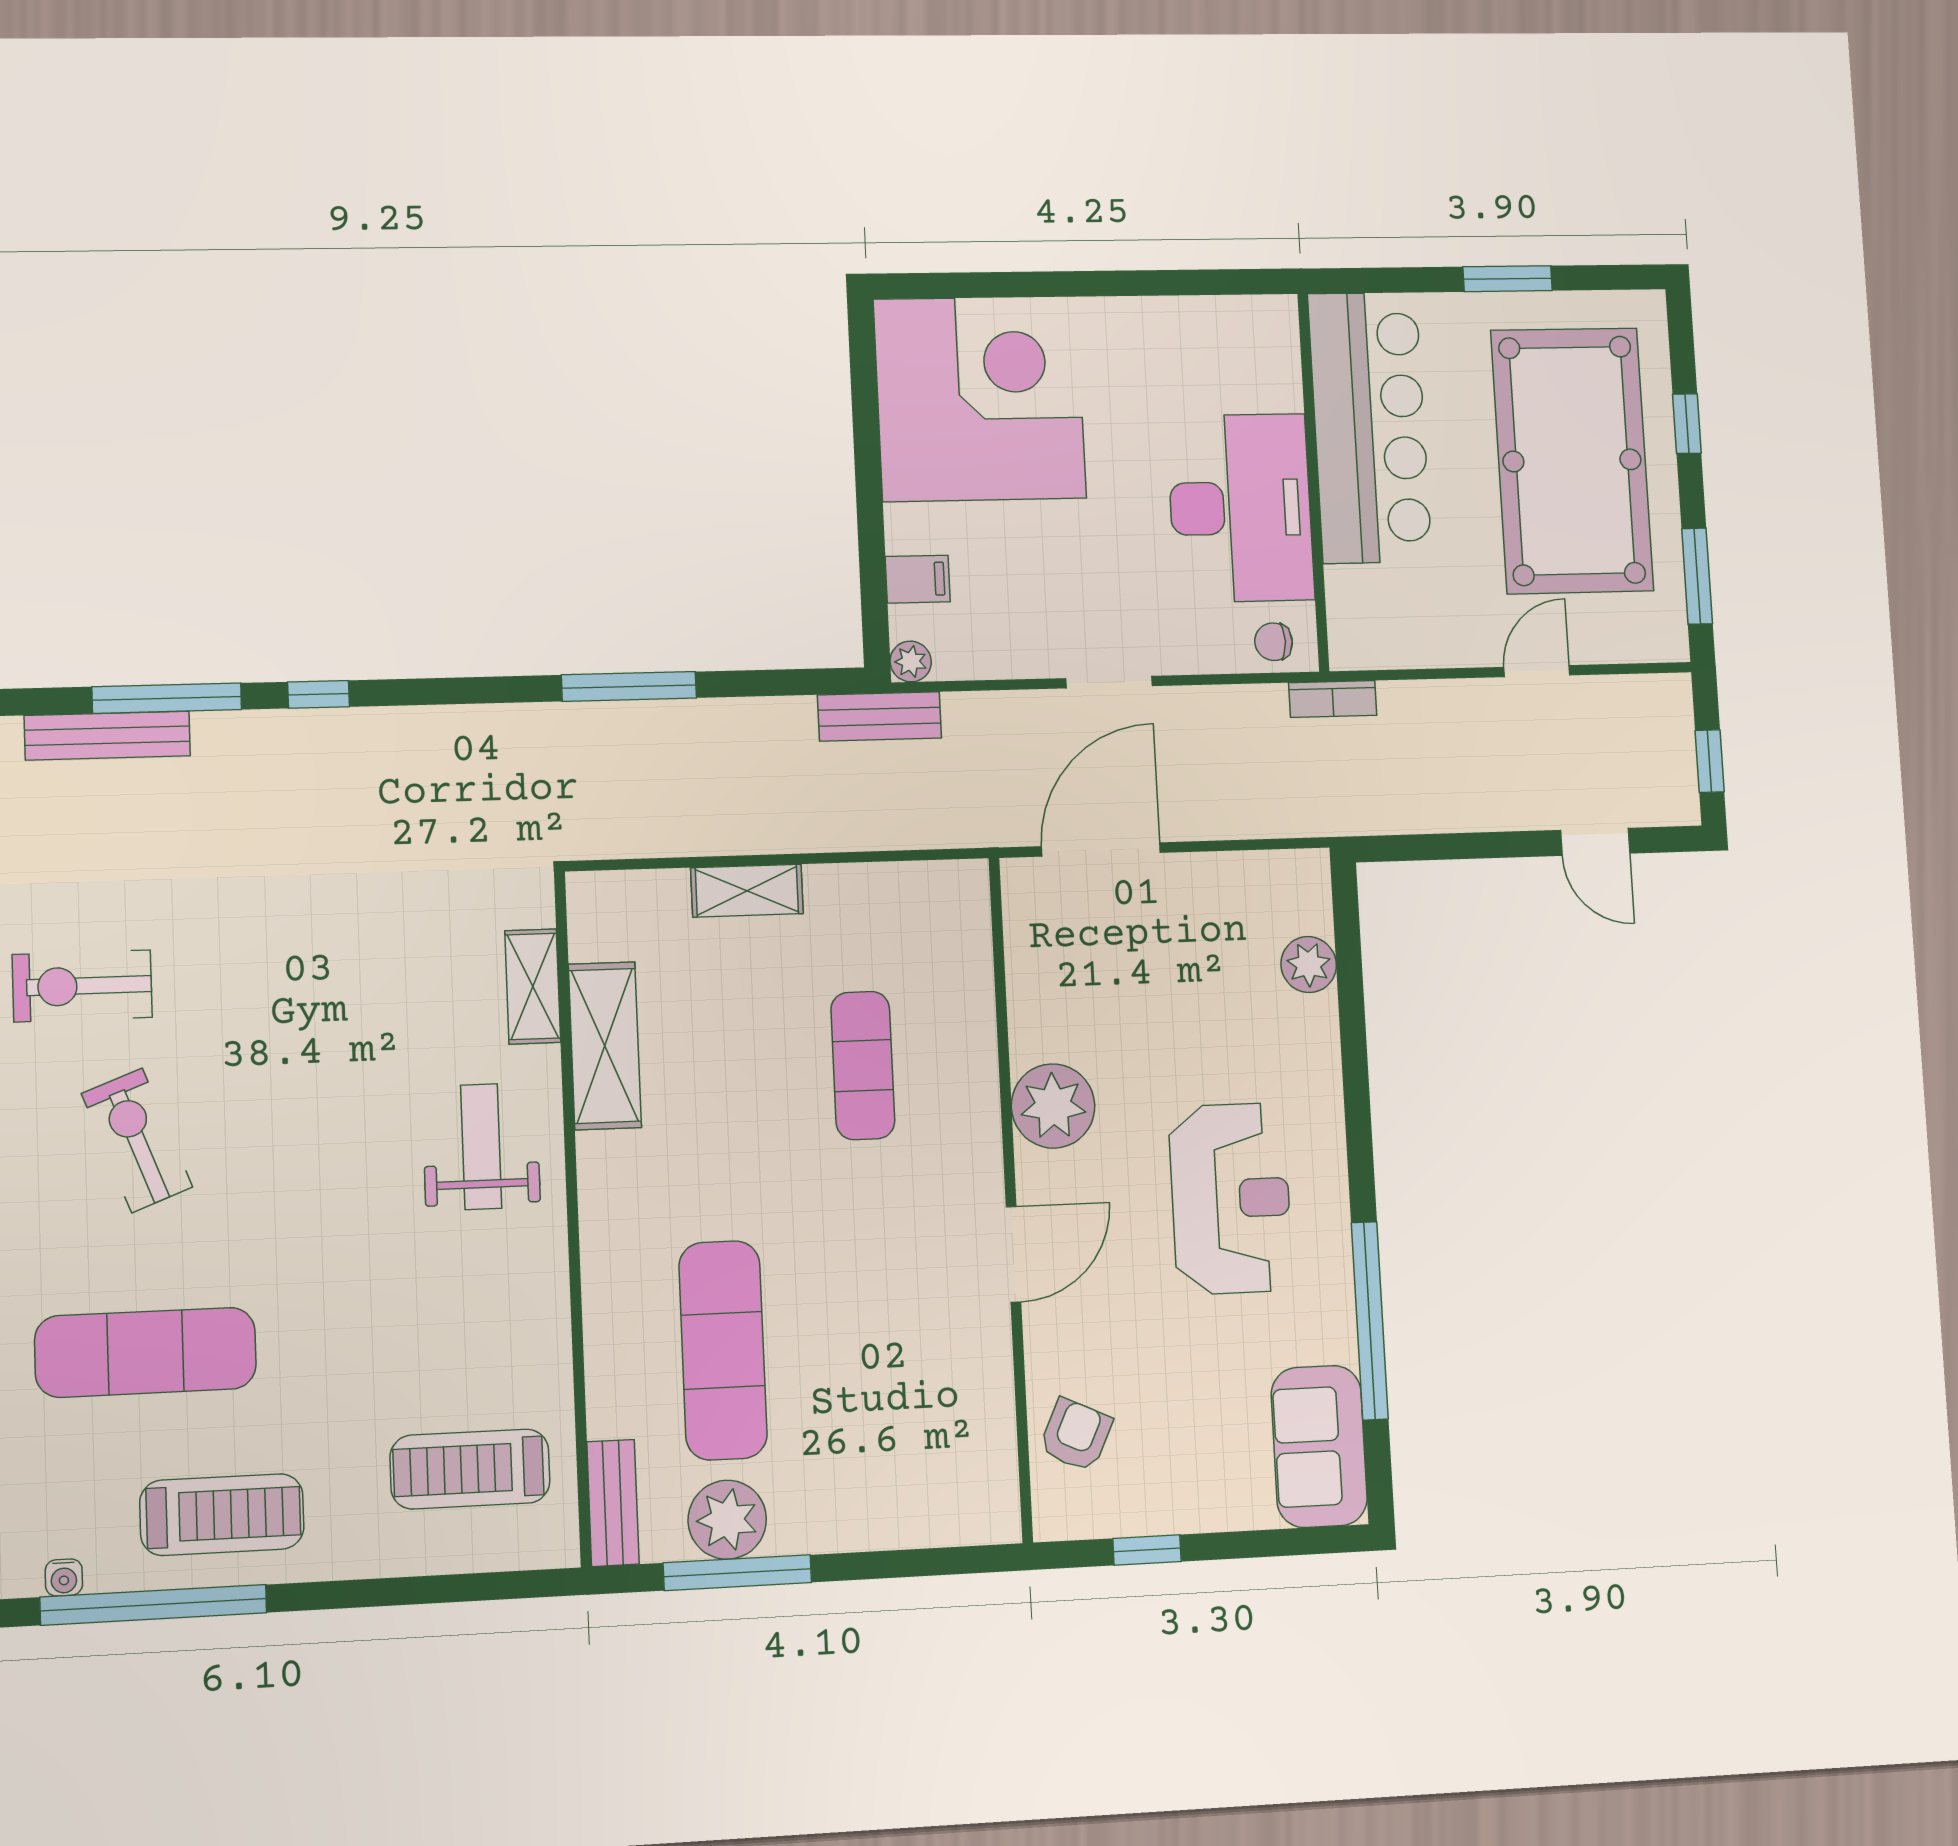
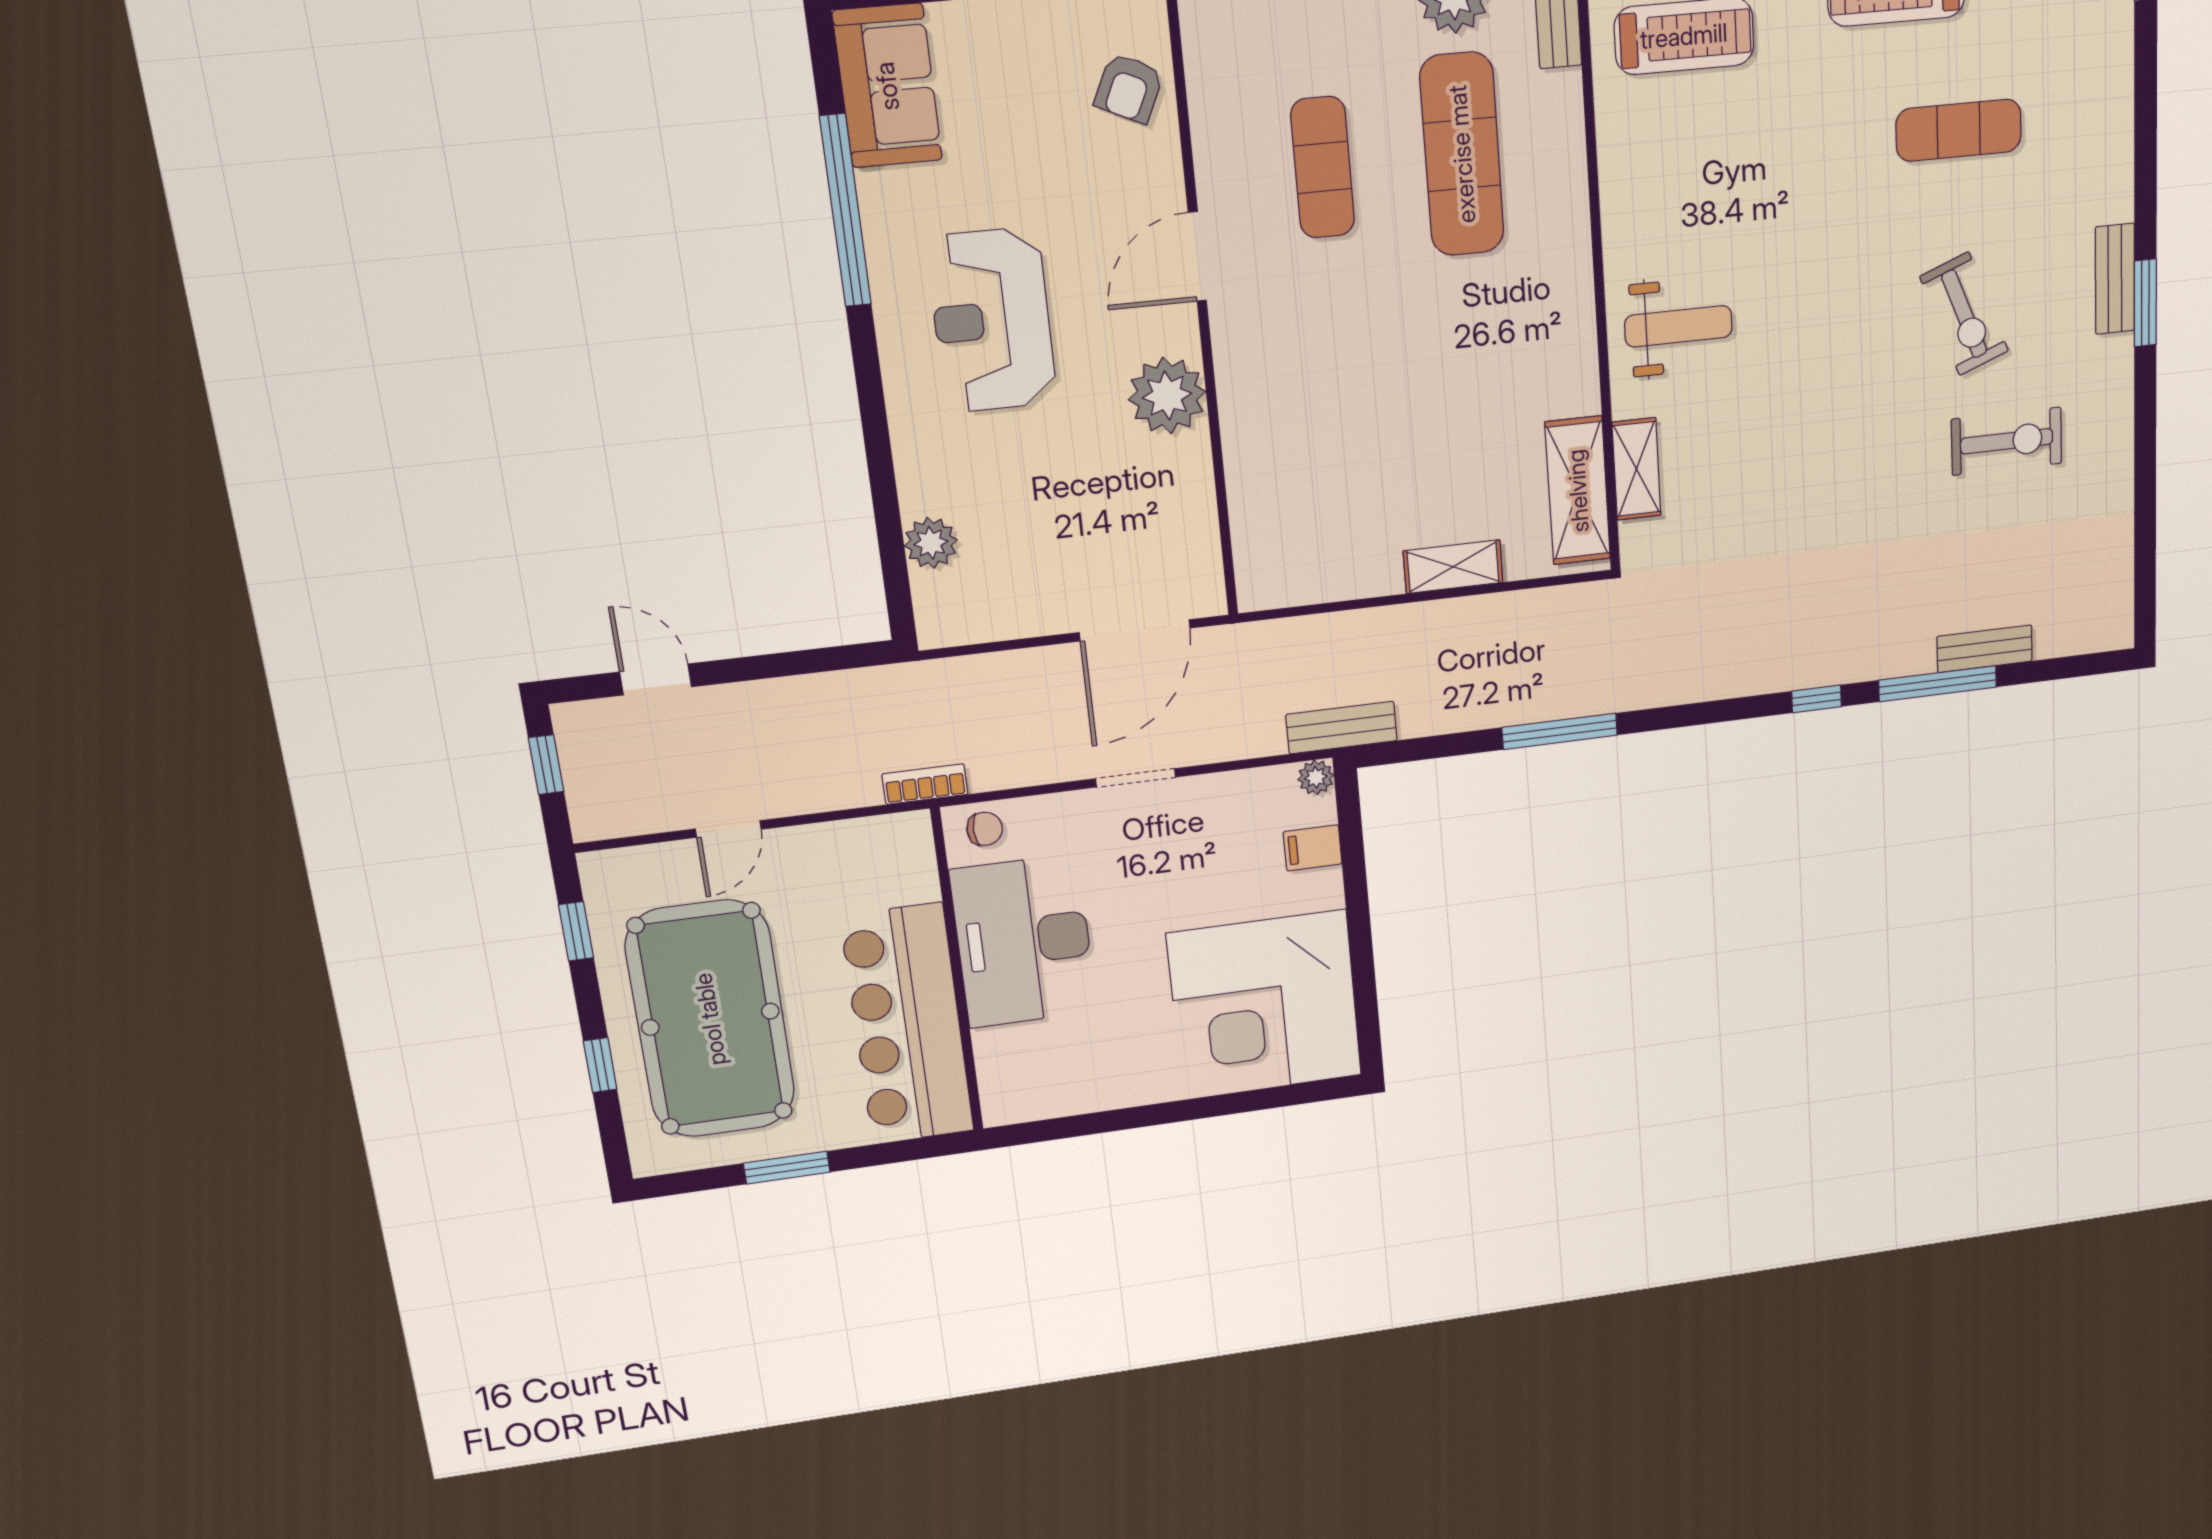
window: (1697, 576) -> (576, 931), width x0.67
bench: (107, 736) -> (1985, 649), width x0.73
shelving: (605, 1046) -> (1578, 491), moved
exercise mat: (863, 1065) -> (1323, 167), moved
weight bench: (481, 1147) -> (1678, 326), turned -90
exercise mat: (146, 1352) -> (1959, 130), width x0.73, depth x0.69

